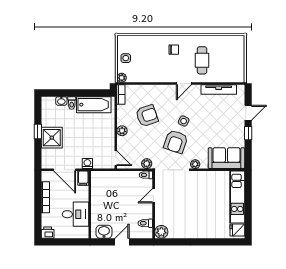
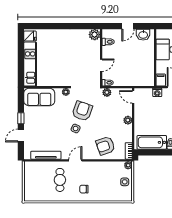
armchair: (147, 116) -> (105, 146), moved

